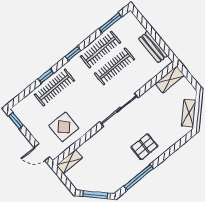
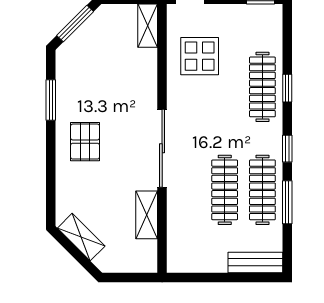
window: (110, 23) -> (287, 202), moved
bench: (153, 47) -> (255, 262), moved
shelving: (170, 80) -> (147, 215), moved
window: (138, 177) -> (51, 100), width x0.69

